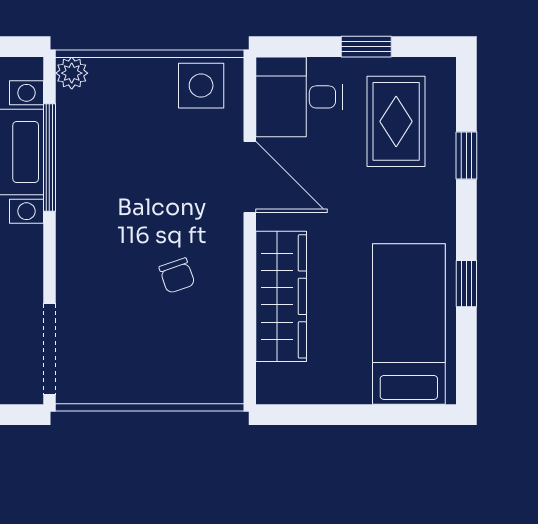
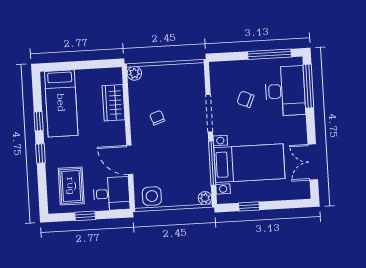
window: (466, 155) -> (40, 153), moved
wardrobe: (281, 296) -> (114, 103), width x0.67
doorway: (49, 349) -> (209, 113), moved
plant: (226, 387) -> (134, 73), added

